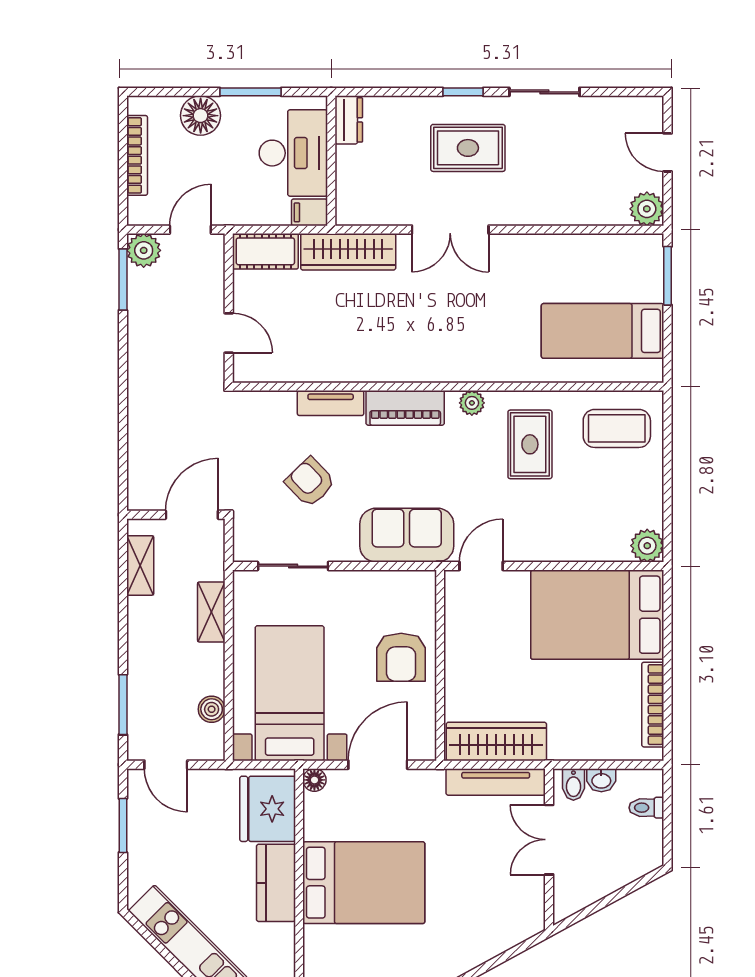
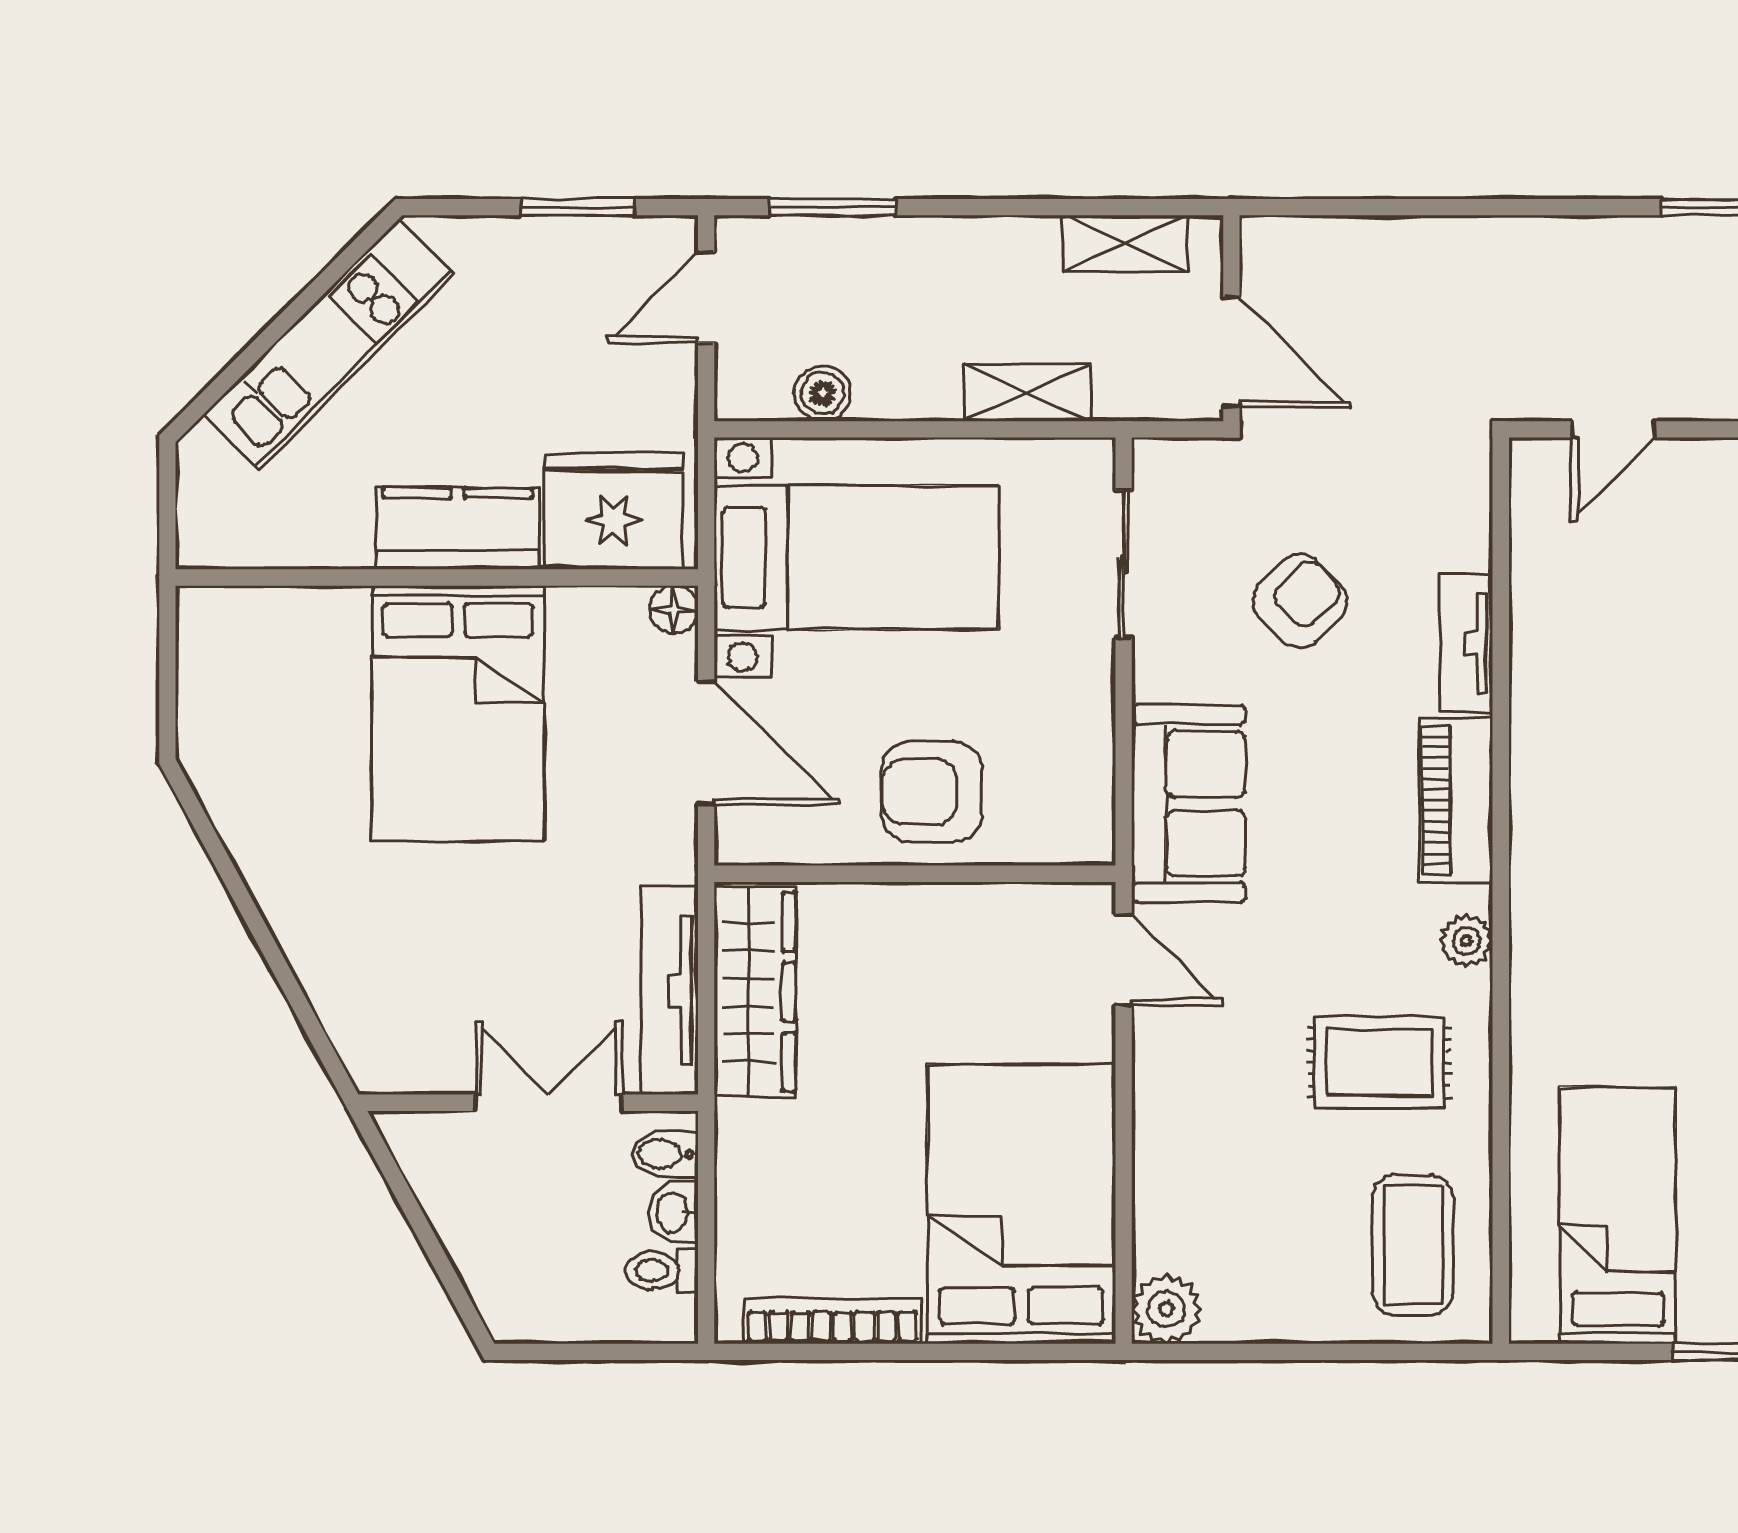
toilet: (646, 808) -> (662, 1271), moved, turned -90

